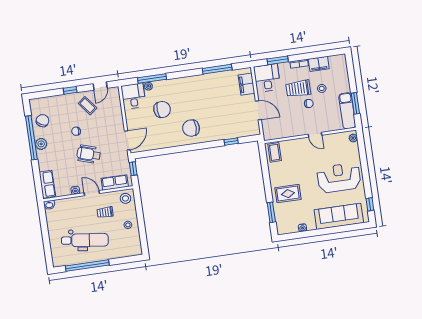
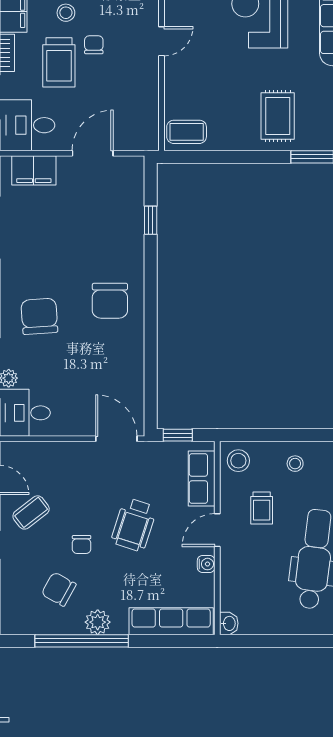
chair: (162, 109) -> (39, 316), moved
chair: (42, 121) -> (59, 589), moved
row of seats: (47, 184) -> (171, 621), width x1.48

